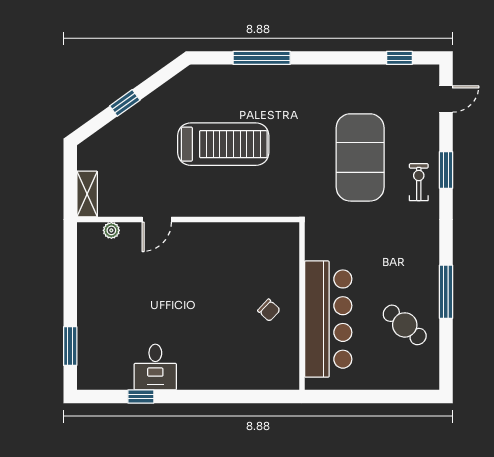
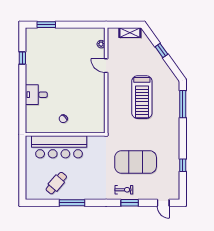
window: (262, 58) -> (183, 104), moved
window: (399, 58) -> (183, 165), moved
shelving: (87, 194) -> (130, 33), moved
desk: (155, 367) -> (36, 95), moved

